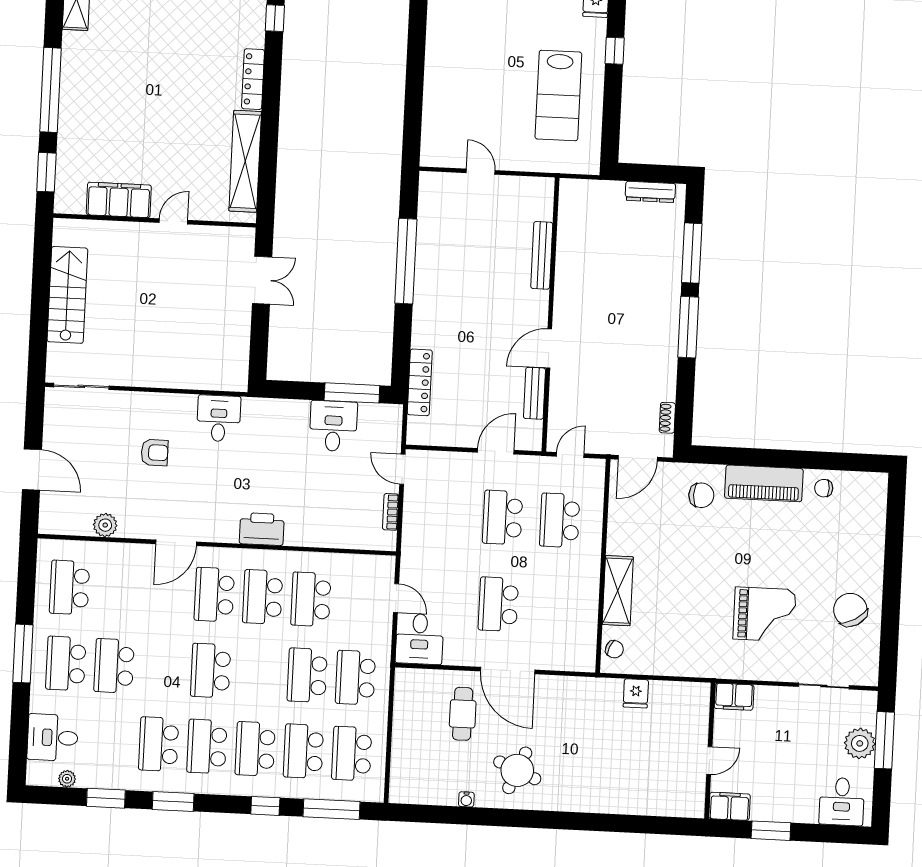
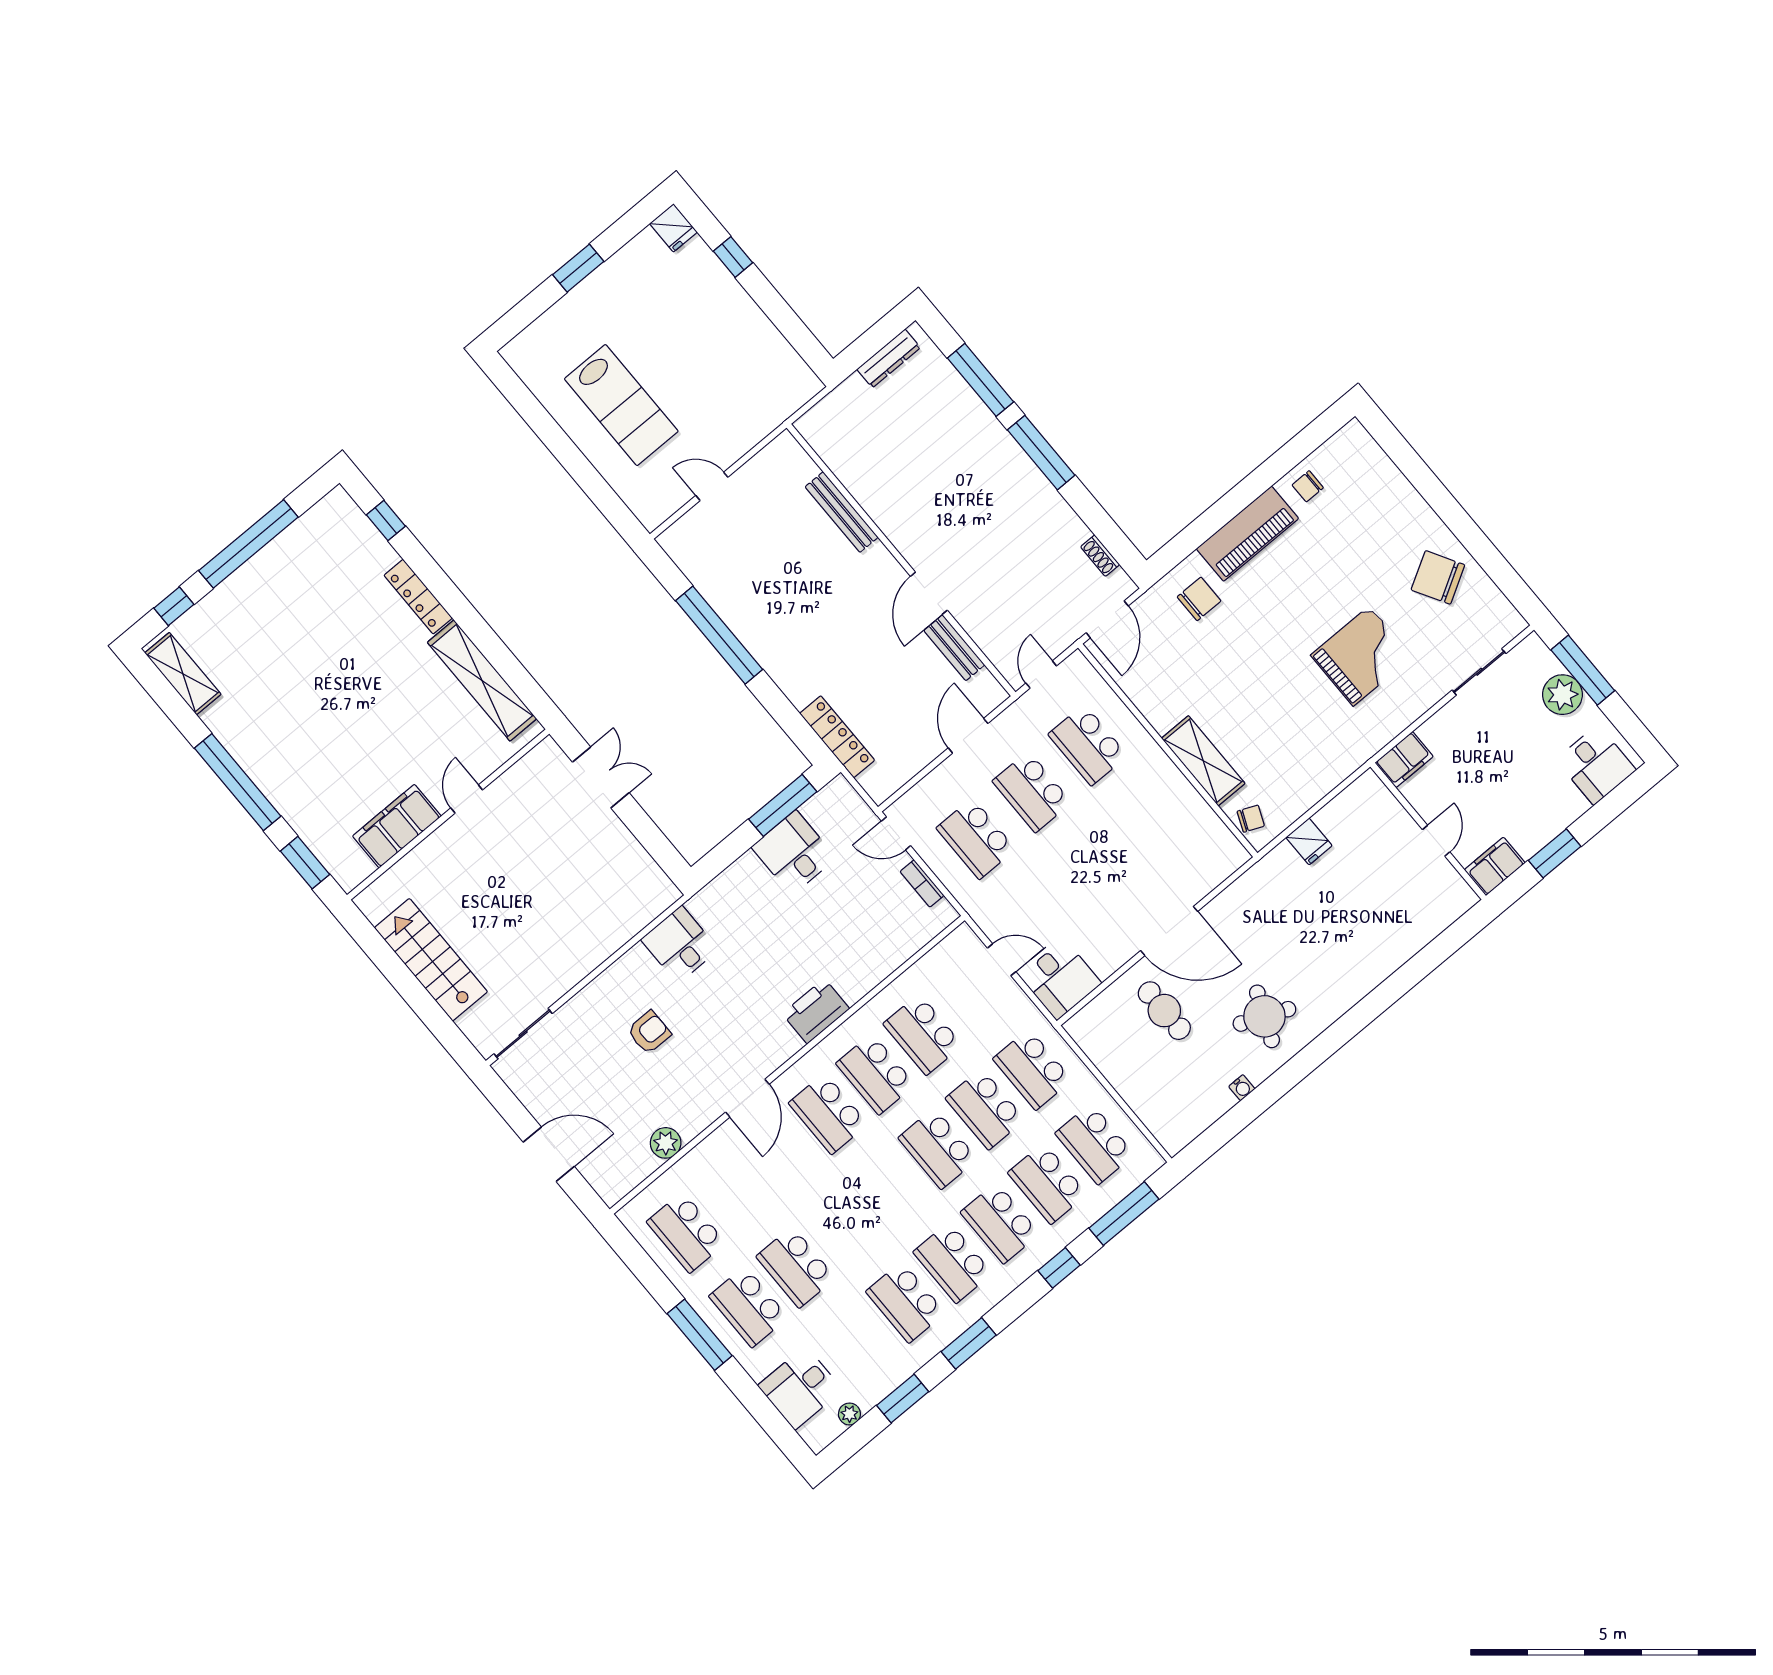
lab bench: (558, 95) -> (621, 405), moved
school desk: (498, 604) -> (976, 839), moved
school desk: (211, 671) -> (938, 1149), moved

